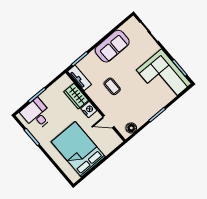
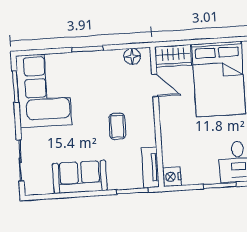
wardrobe: (76, 96) -> (173, 56), moved, turned 90
nightstand: (89, 109) -> (172, 177), moved

